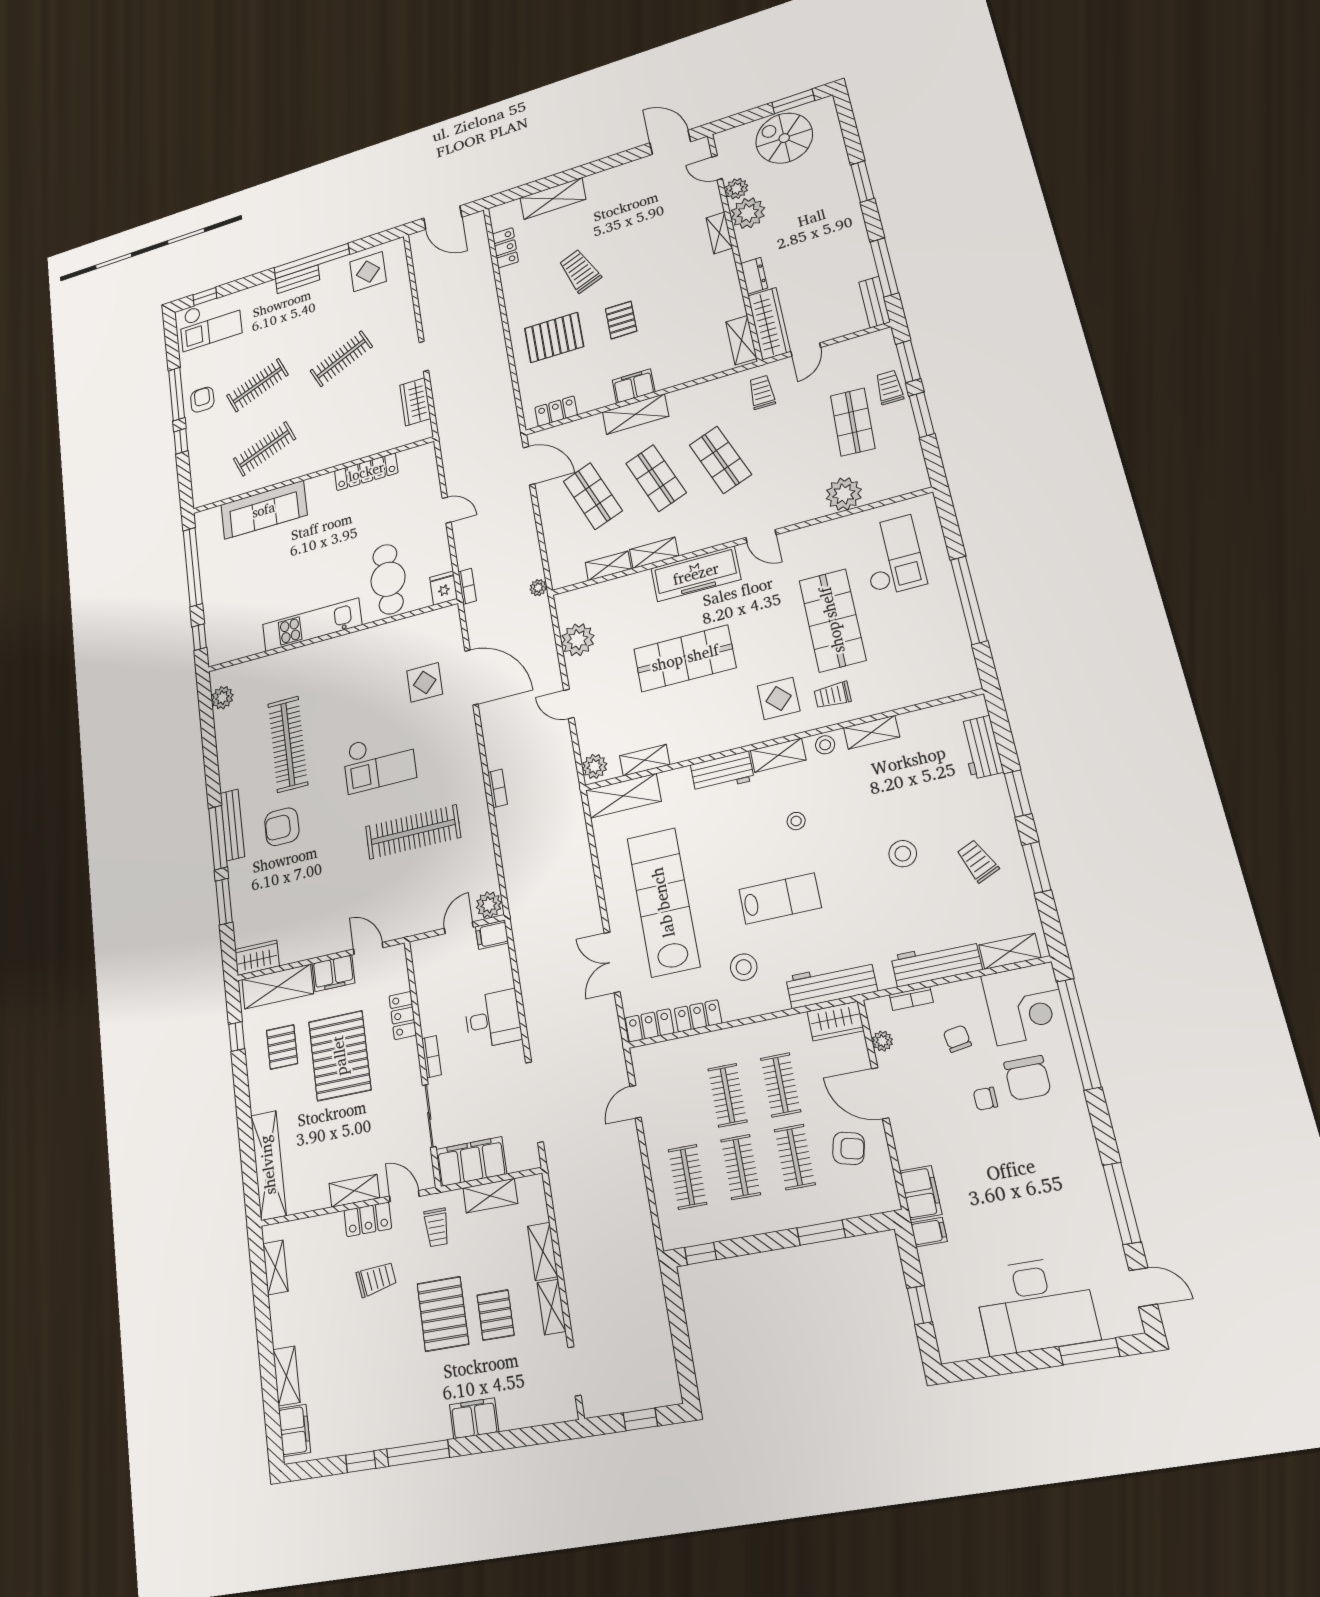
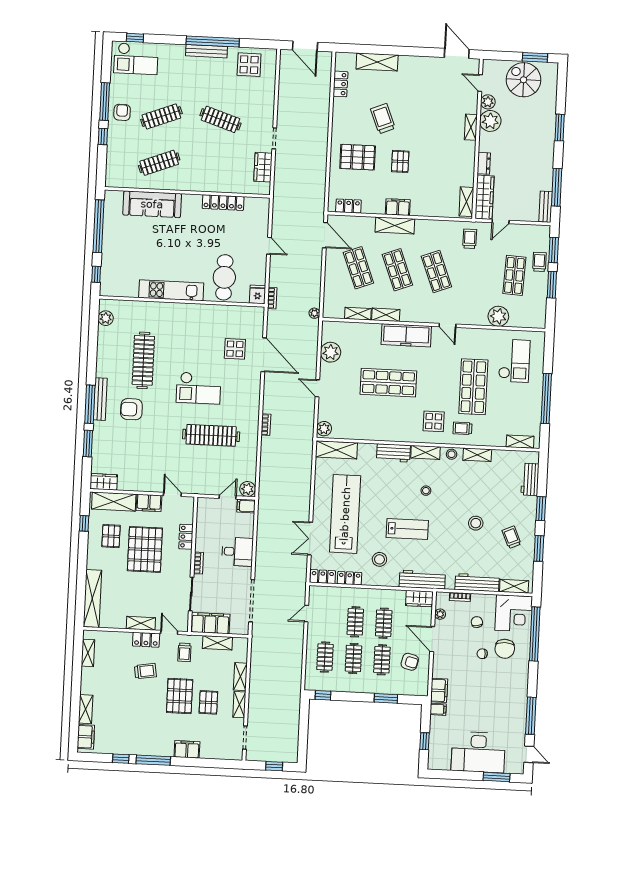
bench: (298, 279) -> (207, 51), width x1.36
clothes rail: (341, 359) -> (220, 119), turned 42
shelving: (645, 760) -> (520, 442), moved

